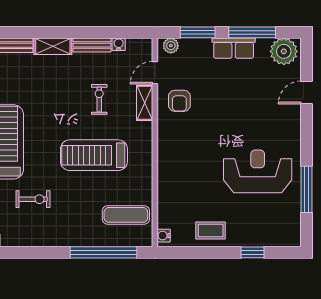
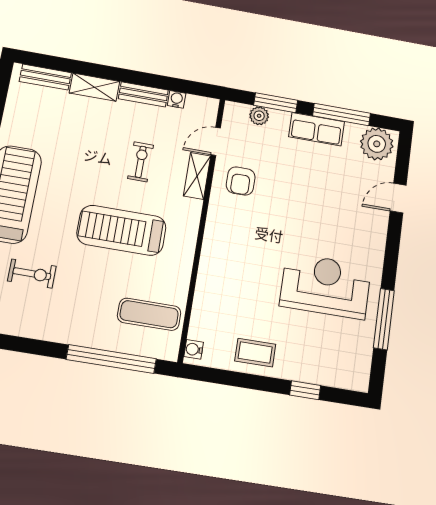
plant: (171, 46) -> (259, 116), moved

